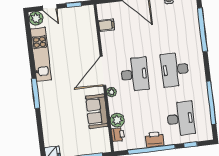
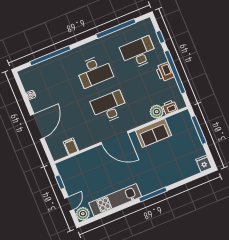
plant: (112, 92) -> (132, 124), removed

